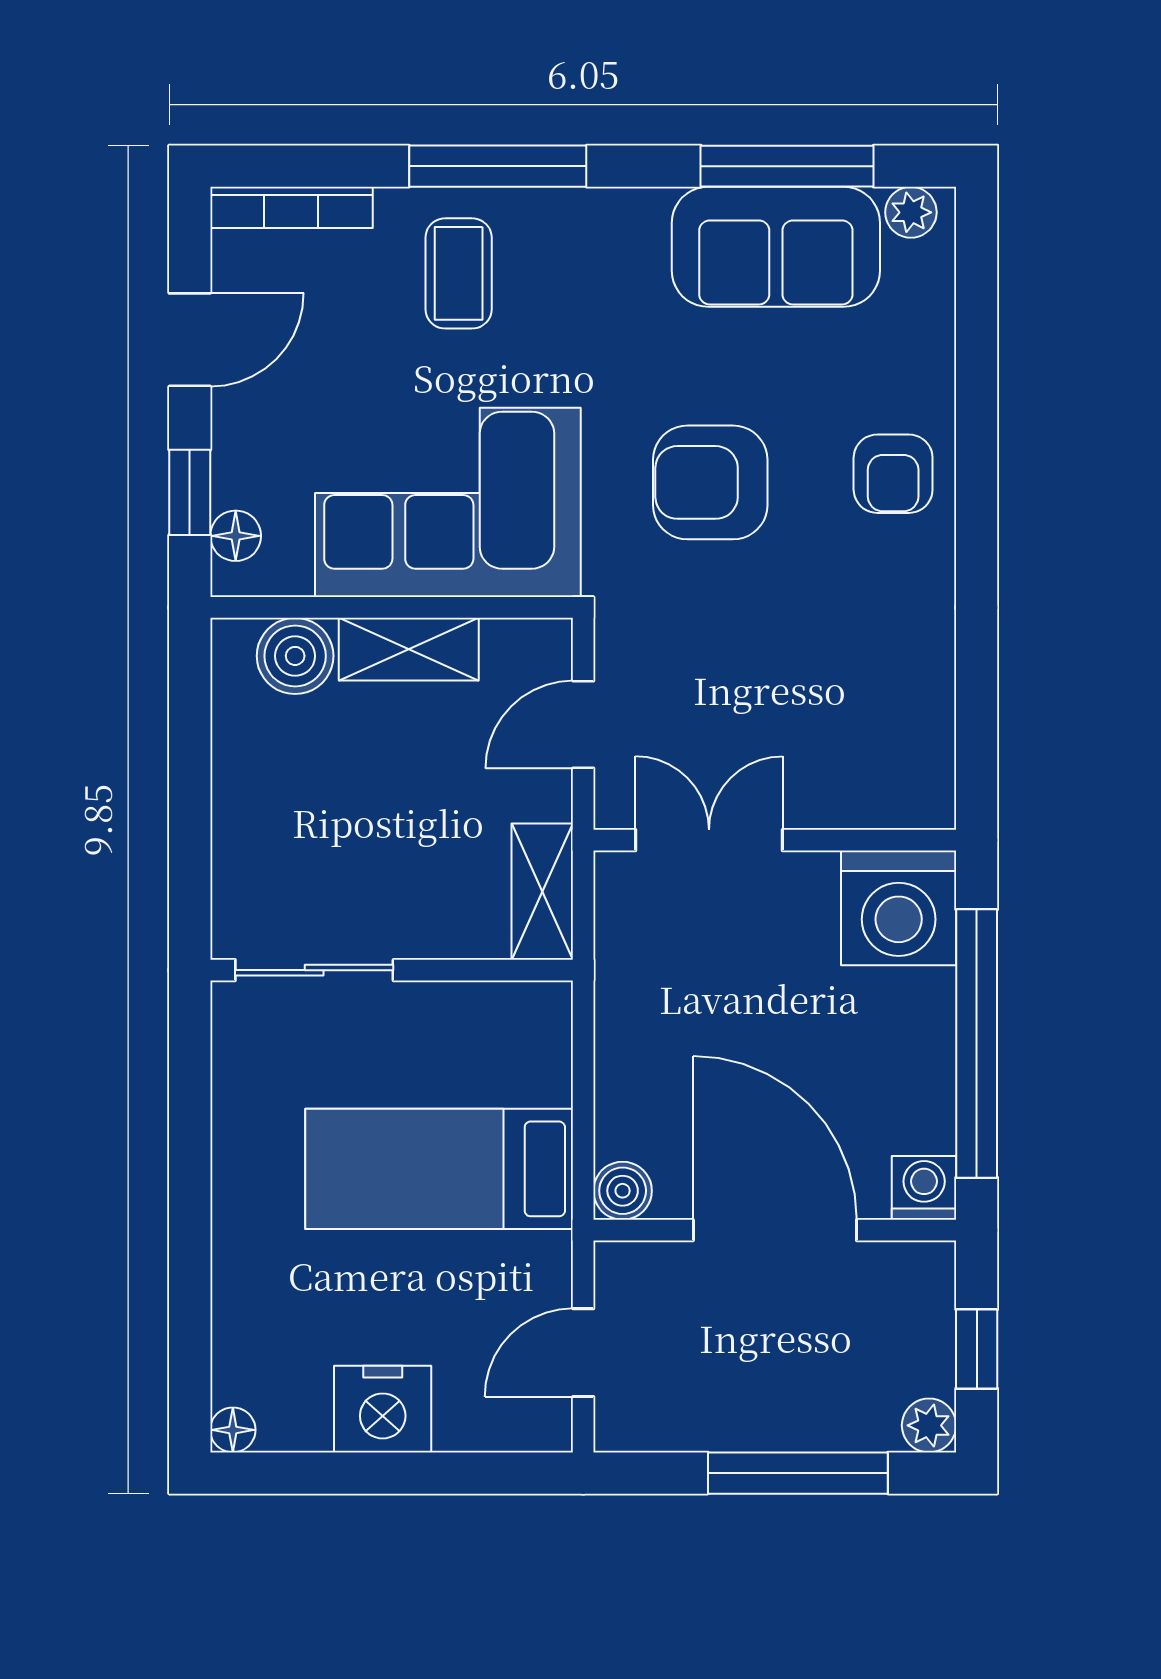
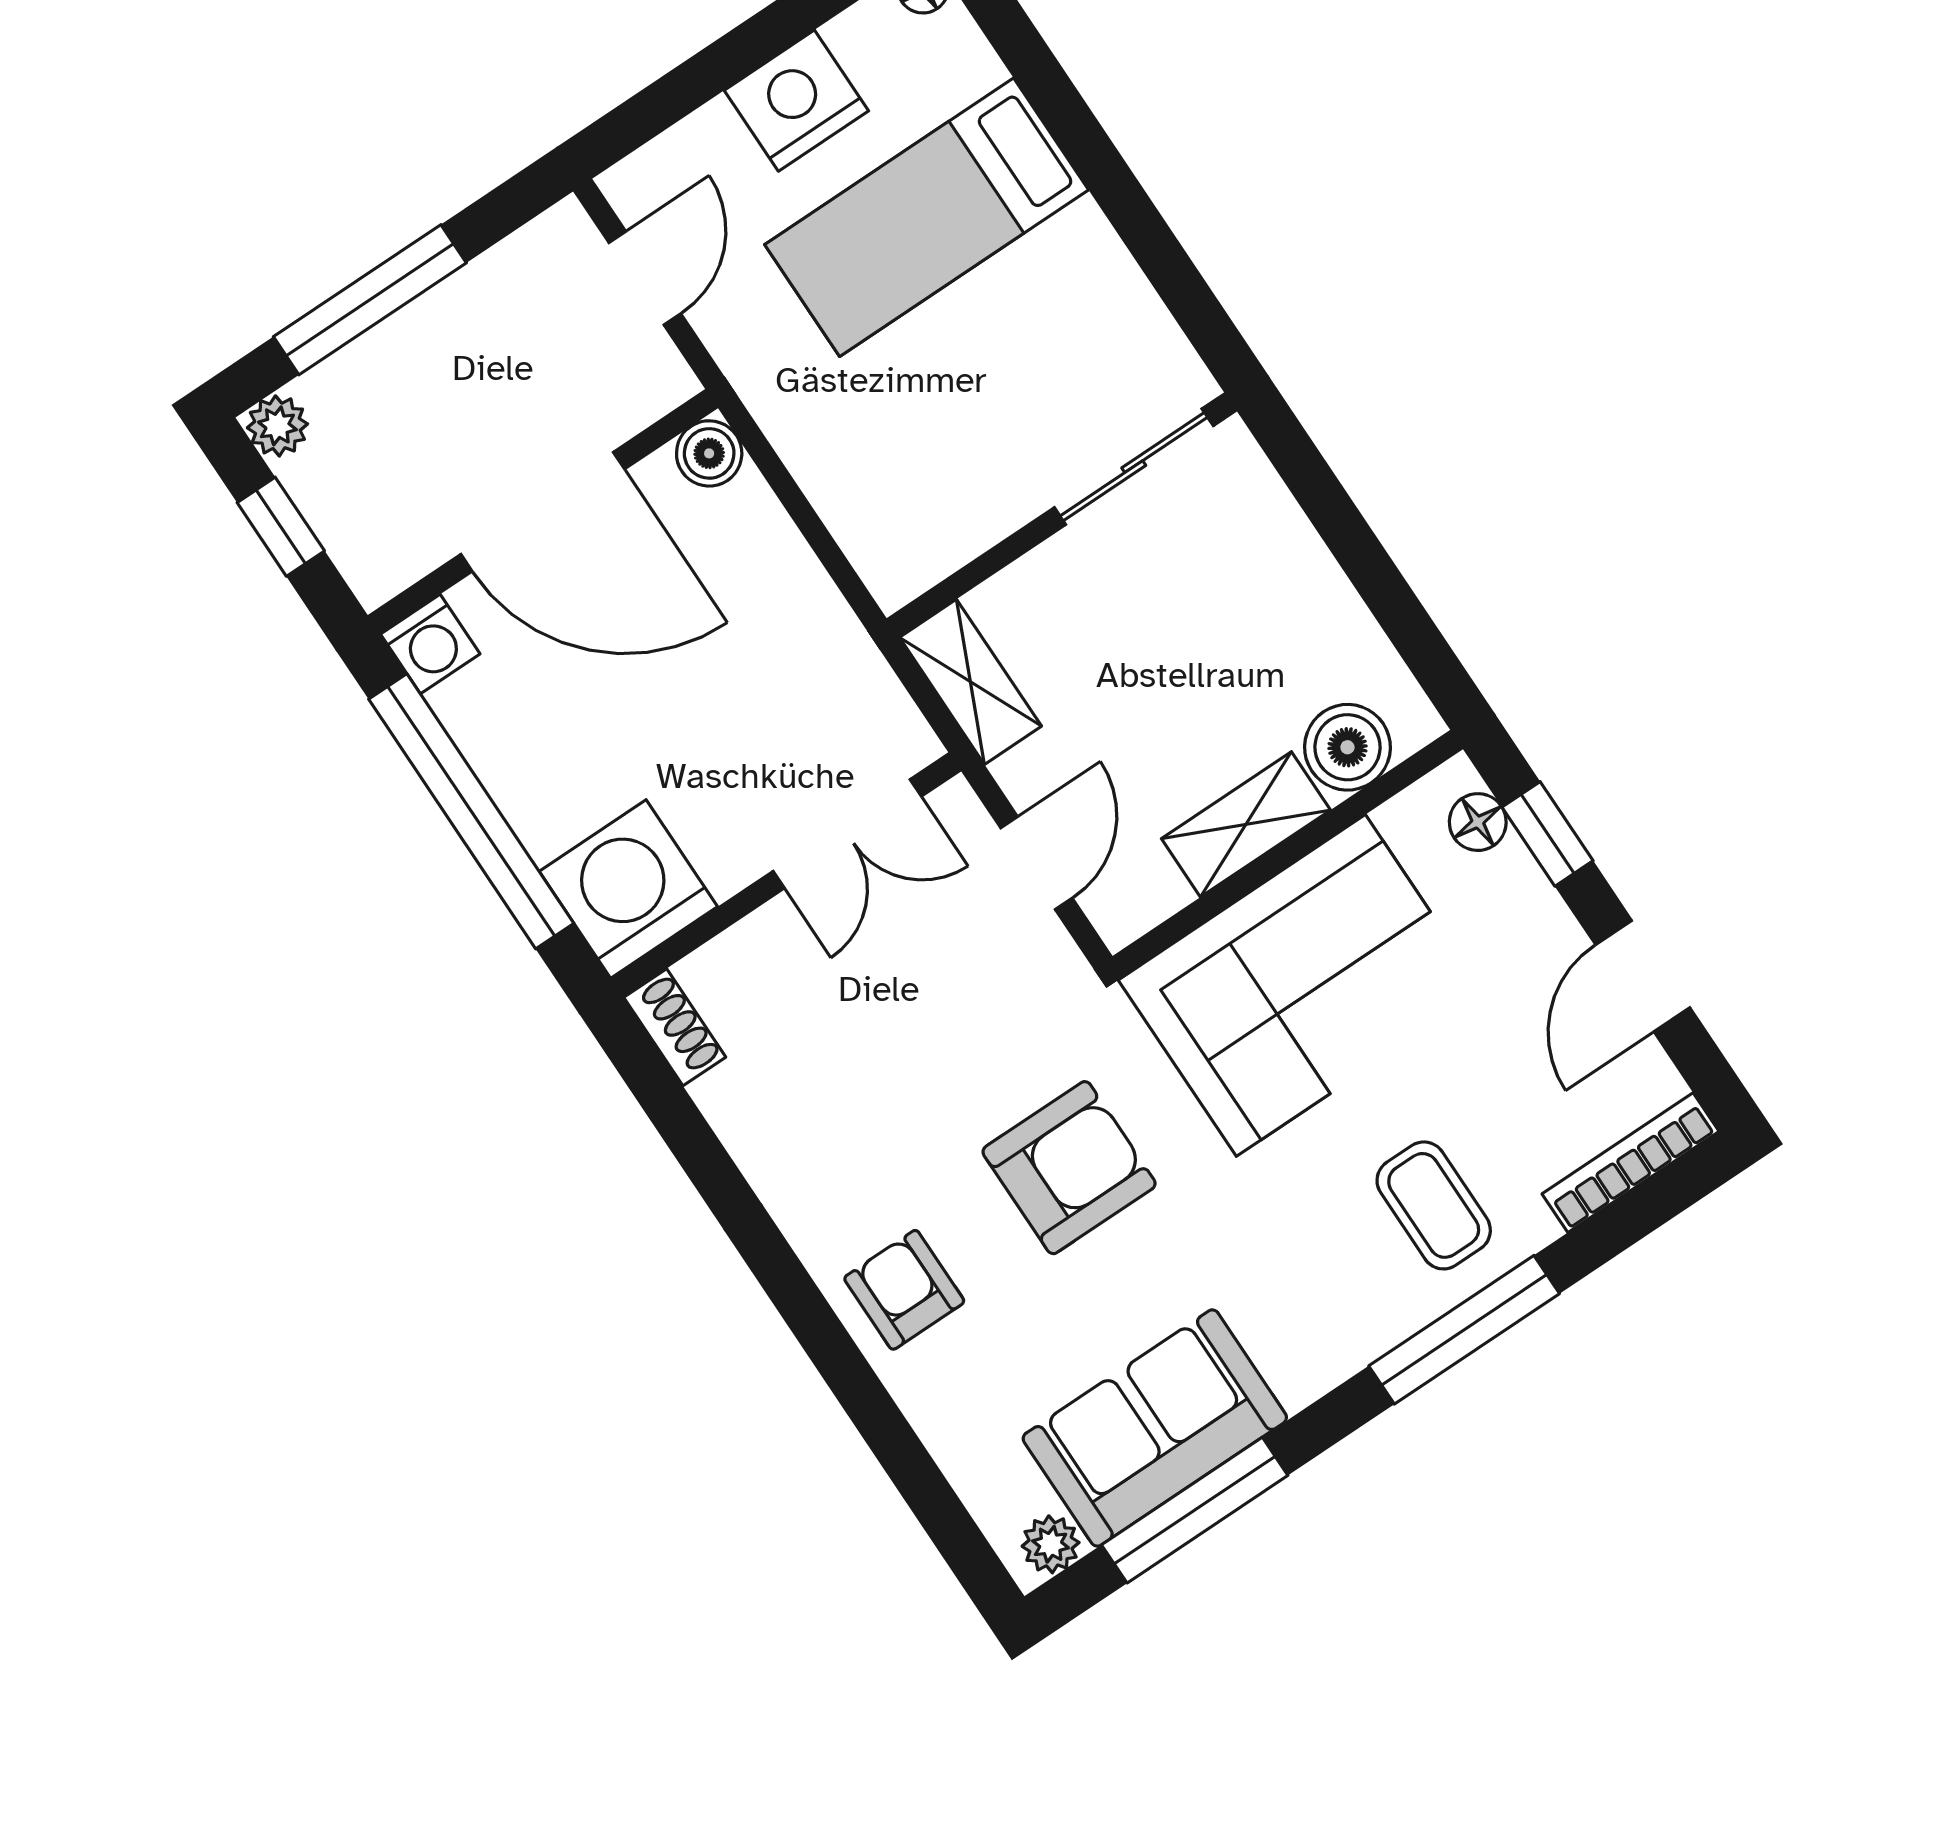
shoe rack: (933, 782) -> (675, 1027), added
bed: (439, 1169) -> (927, 217), moved, turned 180

